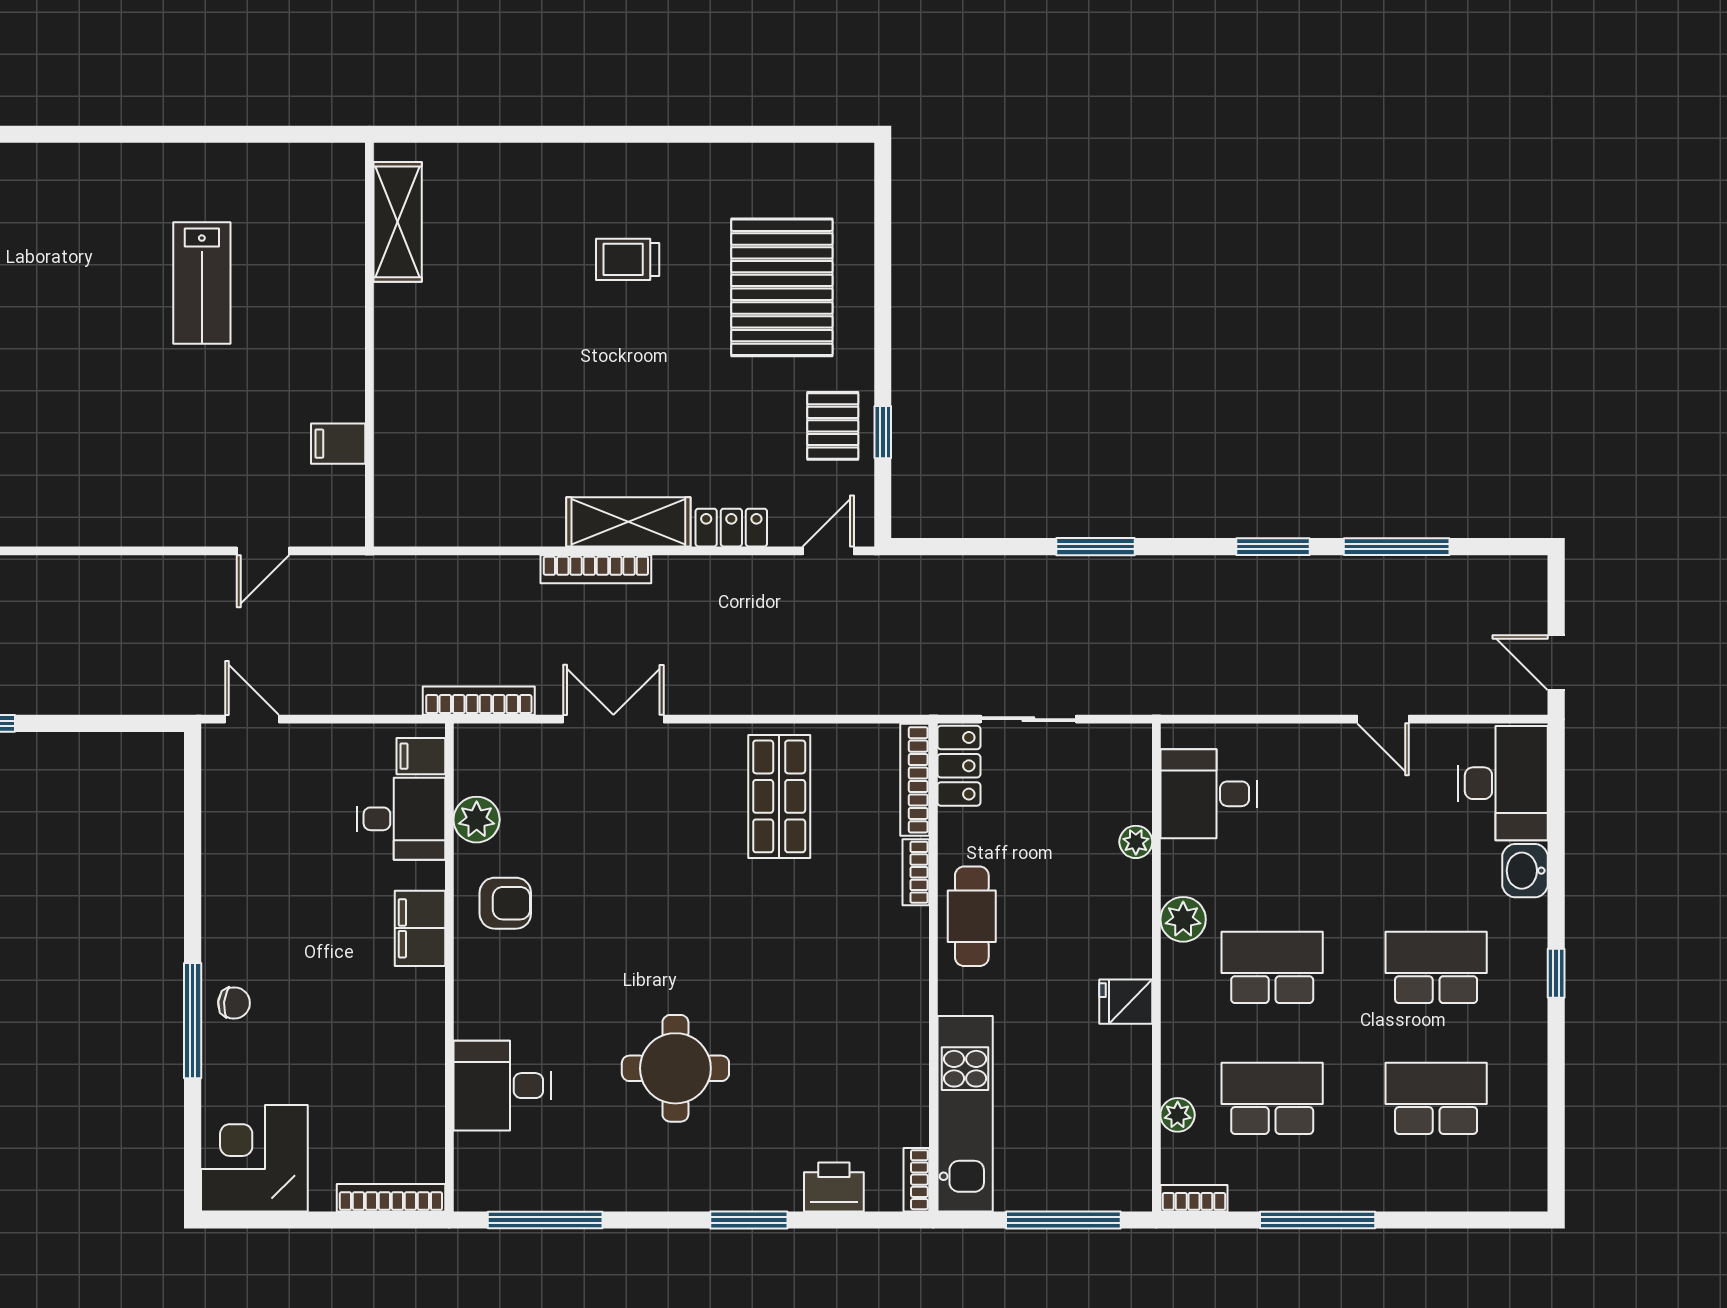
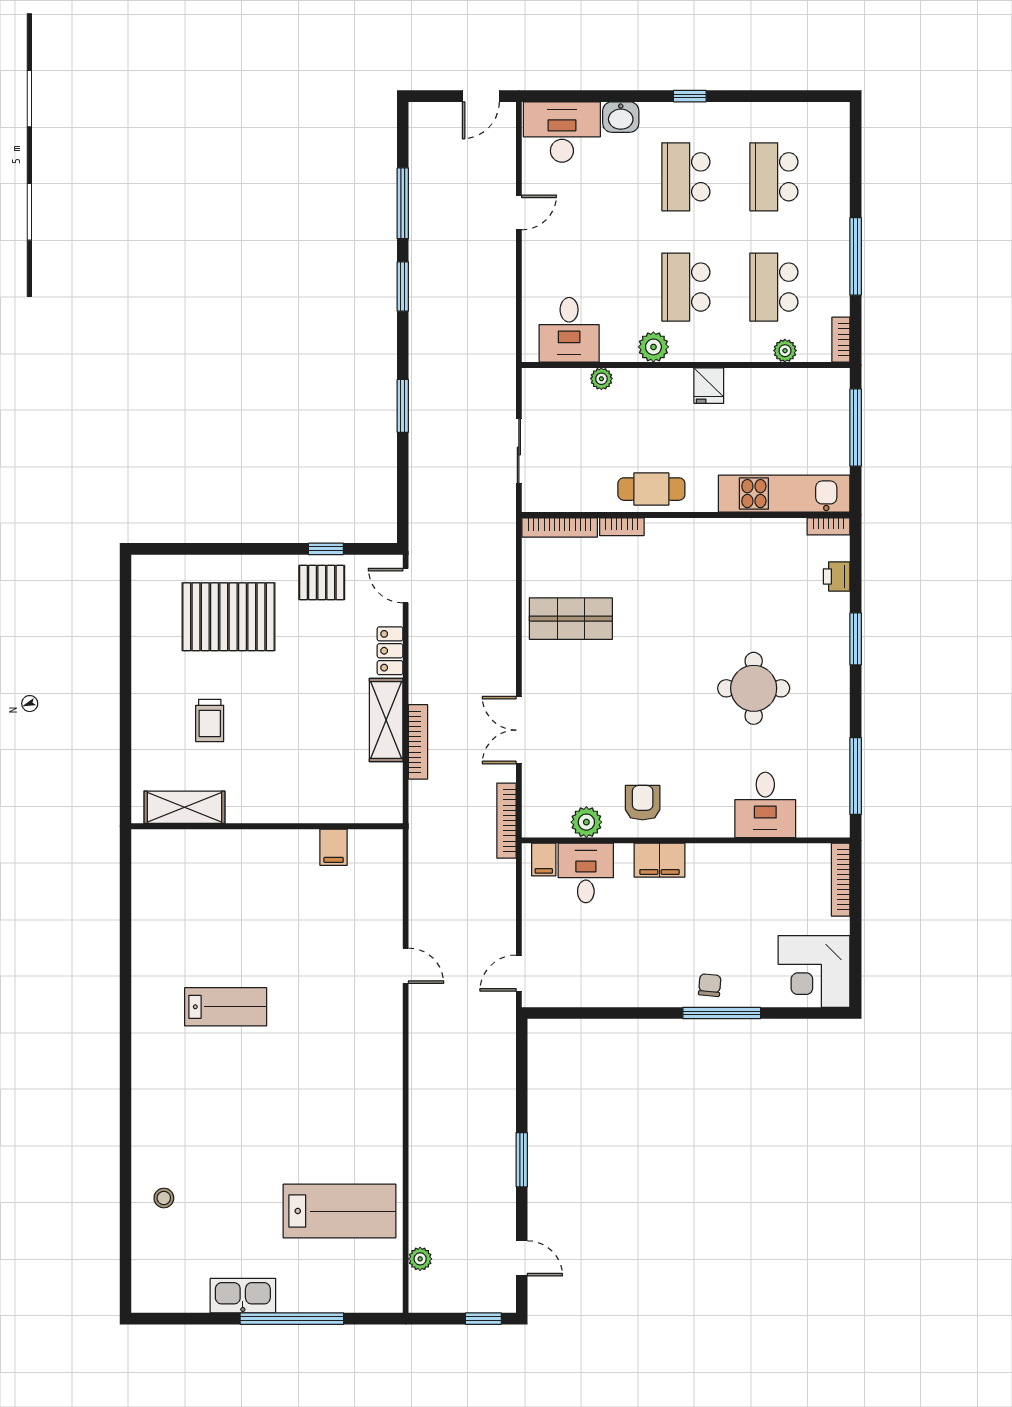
shelving: (398, 222) -> (184, 807), moved
wall: (369, 345) -> (267, 826), moved
filing cabinet: (338, 444) -> (334, 847), moved
locker: (959, 766) -> (550, 498), removed
printer: (834, 1187) -> (837, 576), width x0.73, depth x0.81

